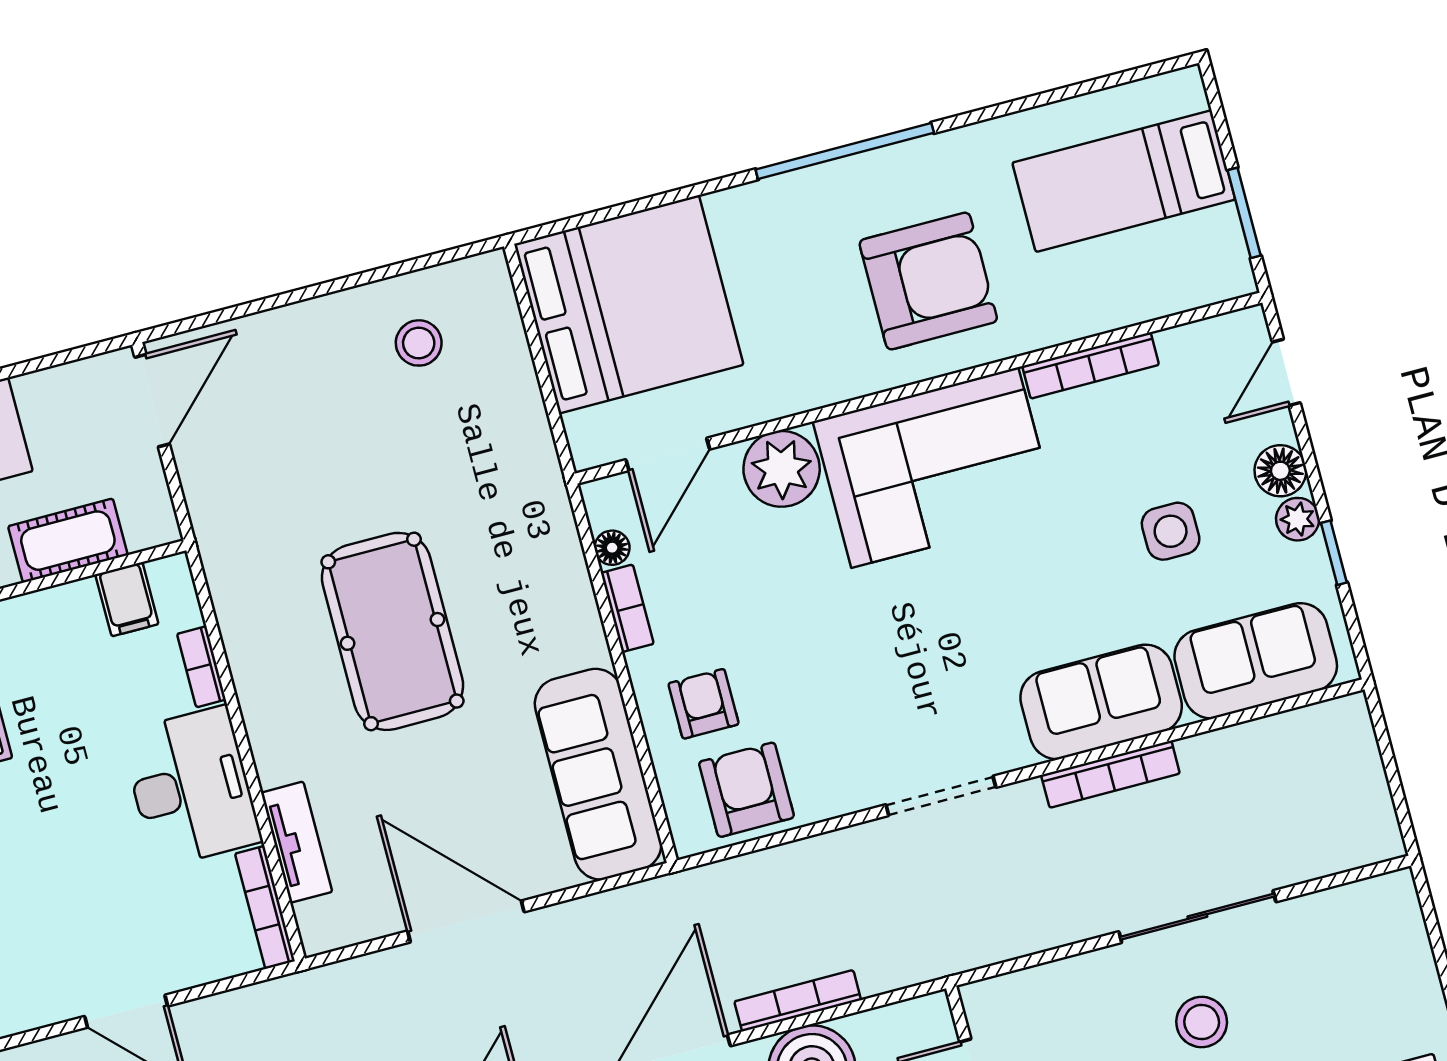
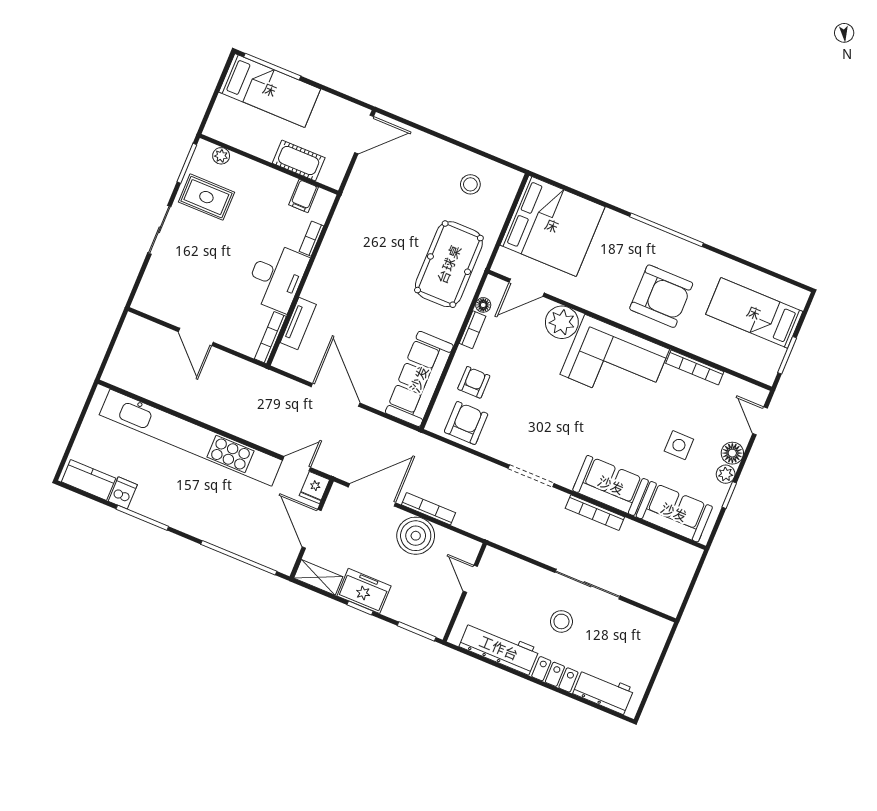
door: (1286, 372) -> (760, 421), hinge flipped
pool table: (392, 631) -> (449, 264), moved

